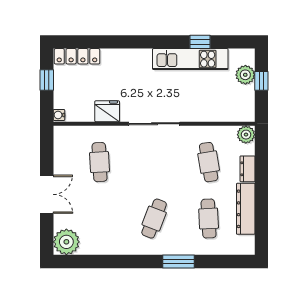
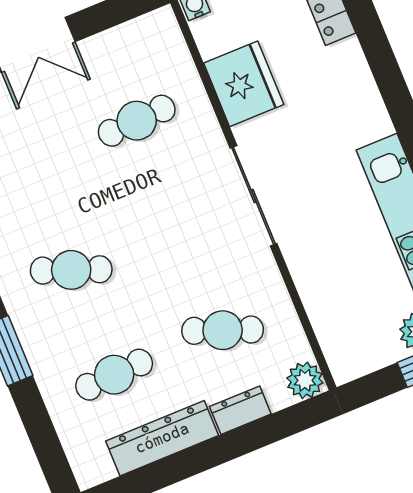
fridge: (107, 111) -> (244, 84), width x1.36, depth x1.34
cafe table: (209, 162) -> (223, 330), turned 30

